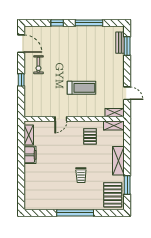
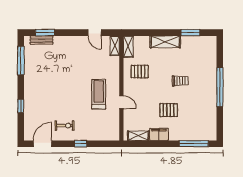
window: (89, 23) -> (21, 60), moved
treadmill: (82, 88) -> (99, 94), moved
door: (127, 93) -> (95, 33), swing flipped
window: (21, 188) -> (194, 144), added
pallet: (113, 195) -> (169, 110), moved, width x0.67, depth x0.71

